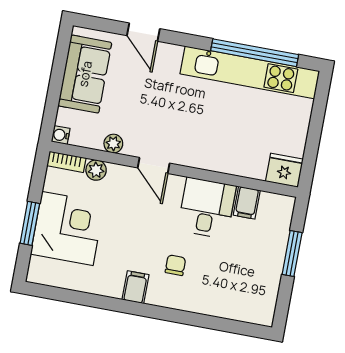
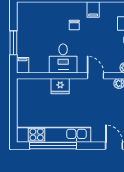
fridge: (284, 170) -> (60, 86), moved
filing cabinet: (247, 203) -> (23, 65), moved

